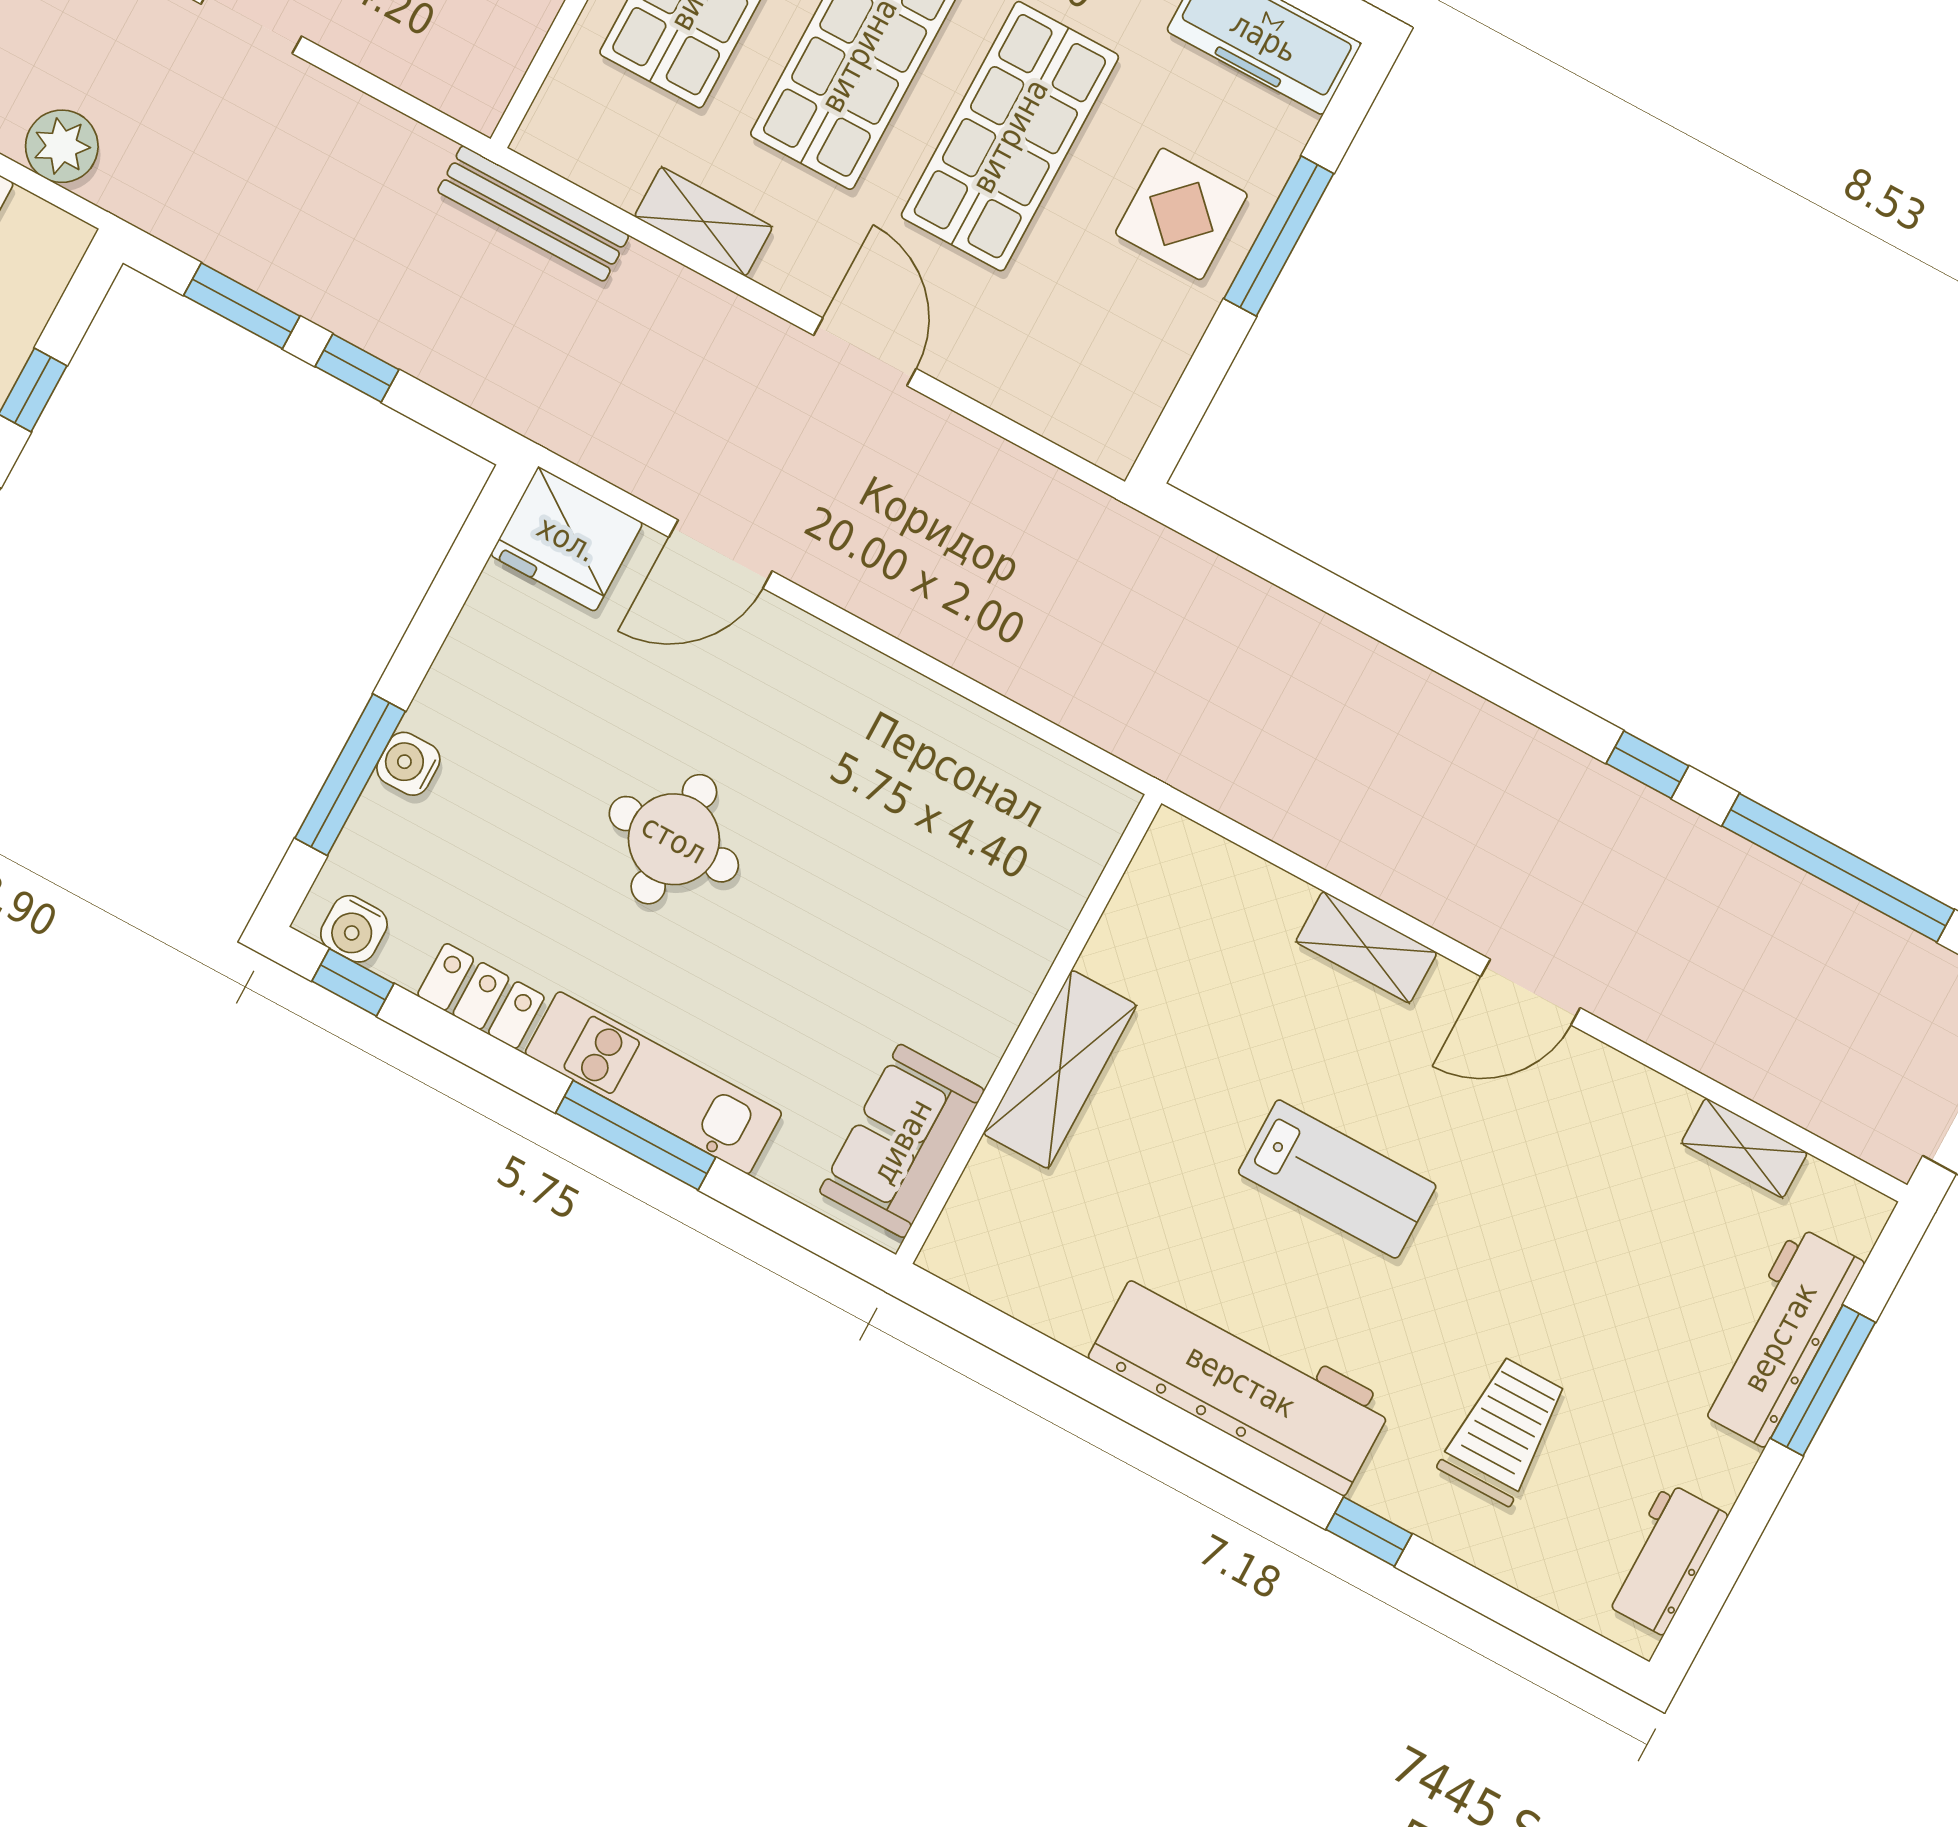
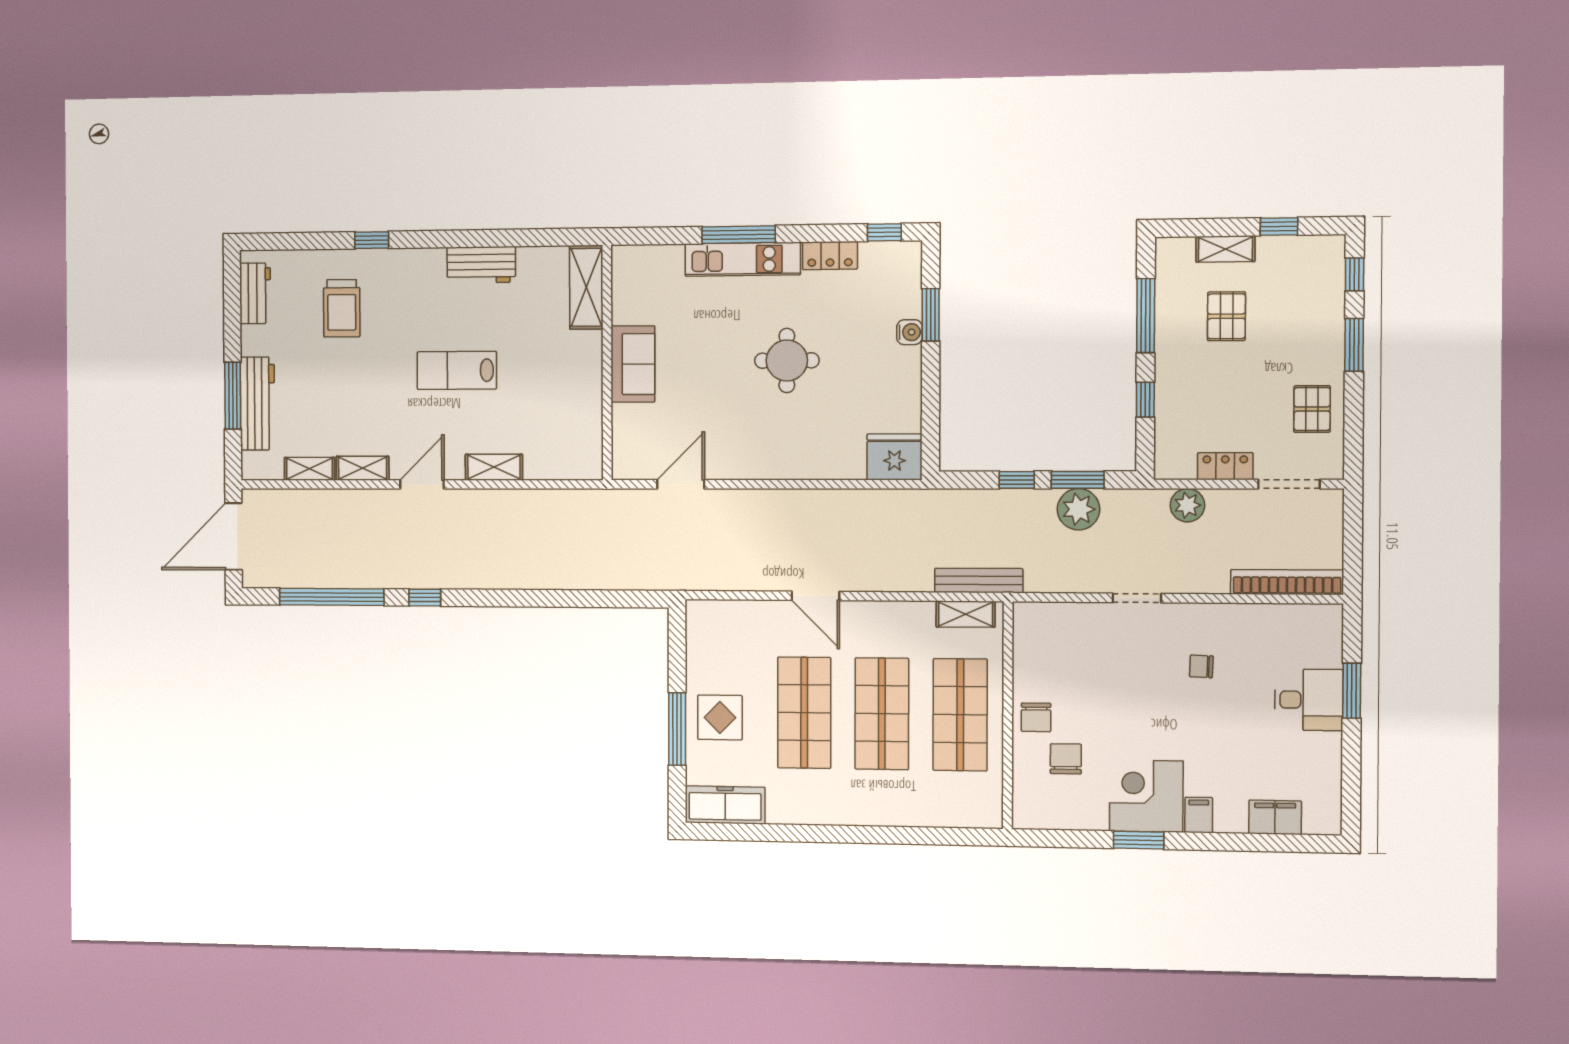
shelving: (703, 222) -> (966, 614), moved
plant: (270, 249) -> (1078, 509), added
door: (721, 554) -> (681, 484), moved
window: (350, 775) -> (931, 315), width x0.69
water cooler: (354, 929) -> (896, 254), removed
shelving: (1060, 1069) -> (586, 287), moved
shelving: (1634, 1090) -> (363, 468), added
sofa: (902, 1141) -> (633, 364), moved
workbench: (1241, 1381) -> (481, 265), width x0.53, depth x0.76

